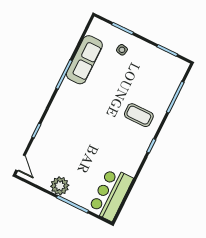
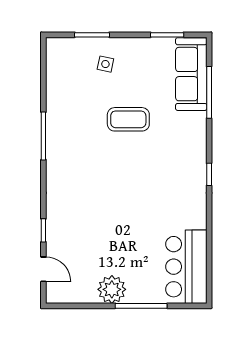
sofa: (84, 60) -> (191, 74), moved, turned 180
coffee table: (139, 115) -> (128, 119), moved
door: (20, 163) -> (43, 269), moved

